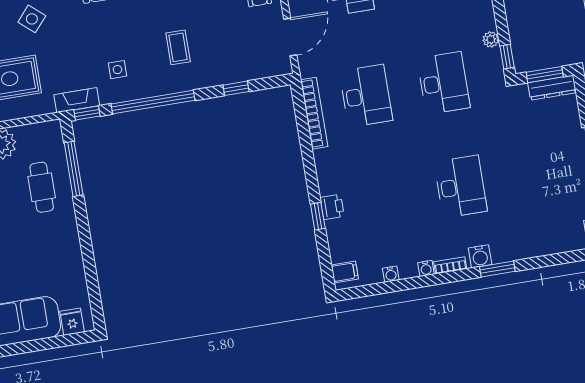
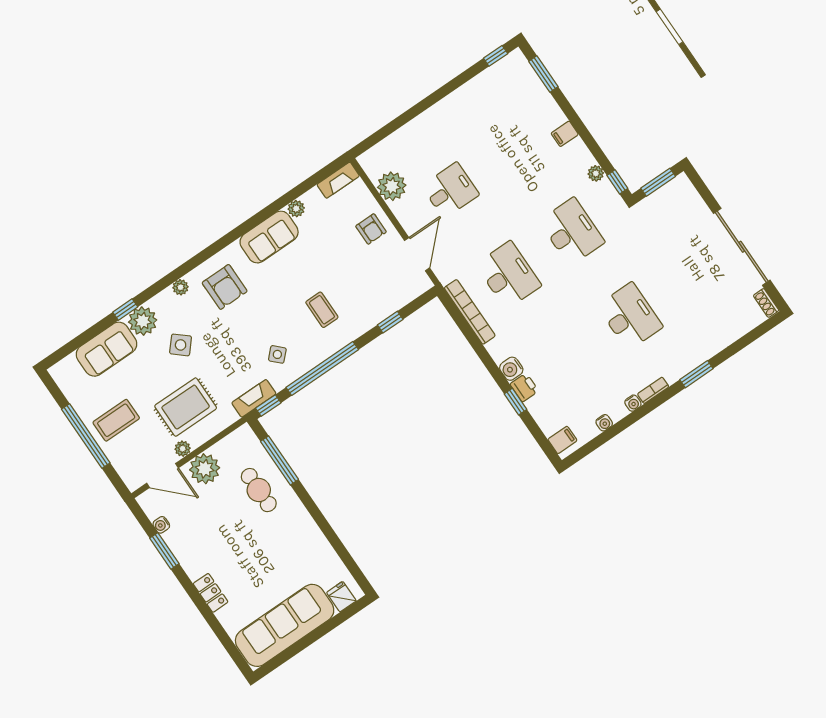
side table: (117, 70) -> (277, 354), turned 45
dresser: (552, 88) -> (670, 191), removed
water cooler: (480, 256) -> (511, 369), moved, turned 90

